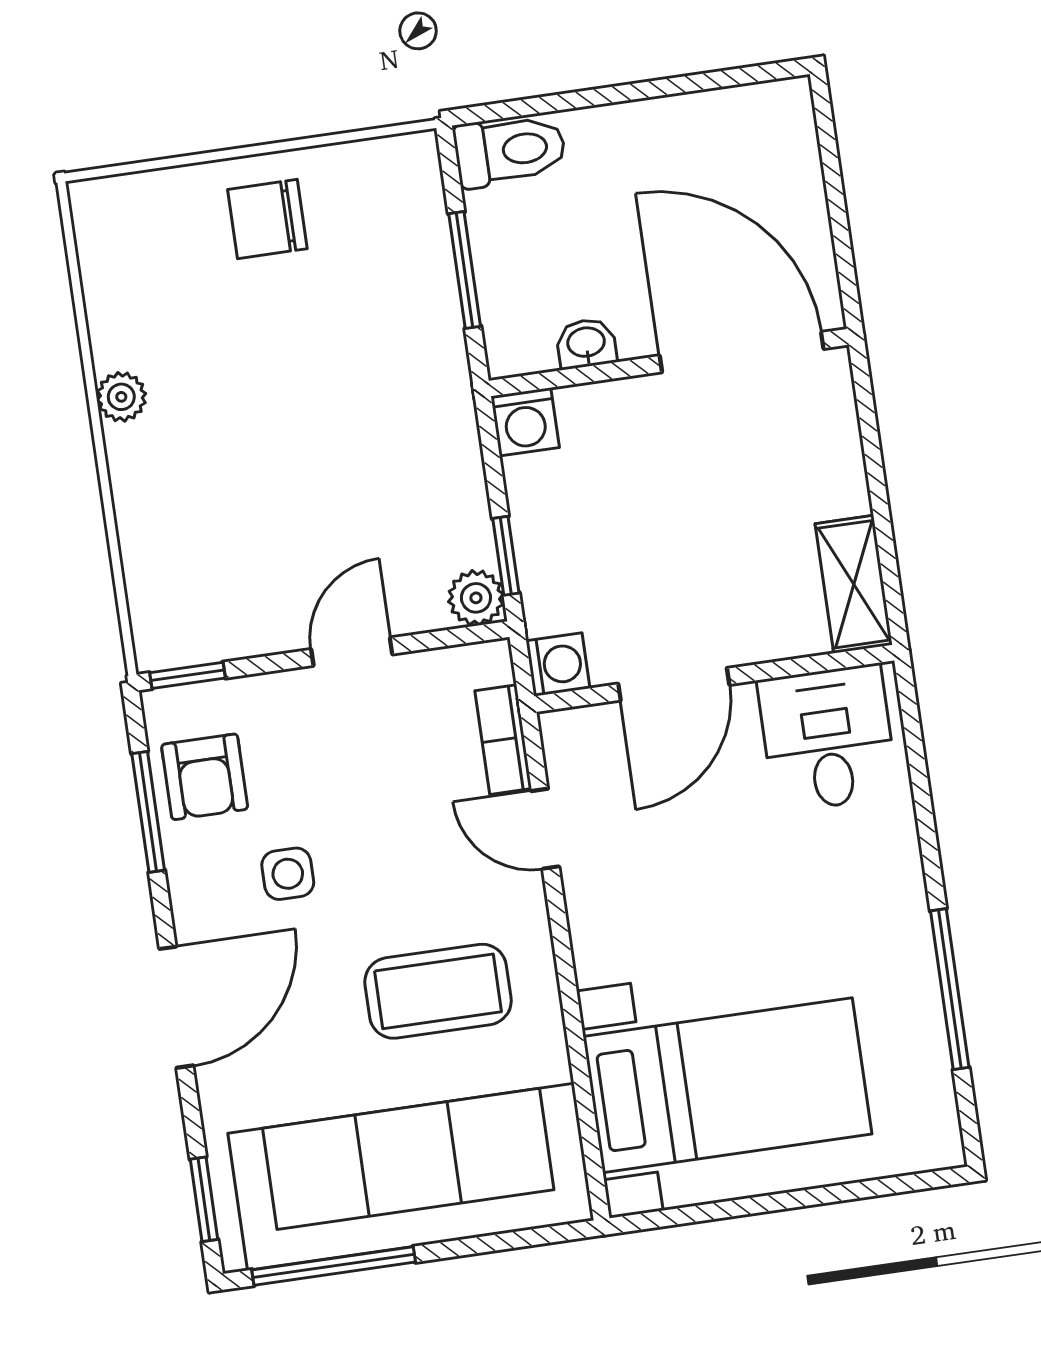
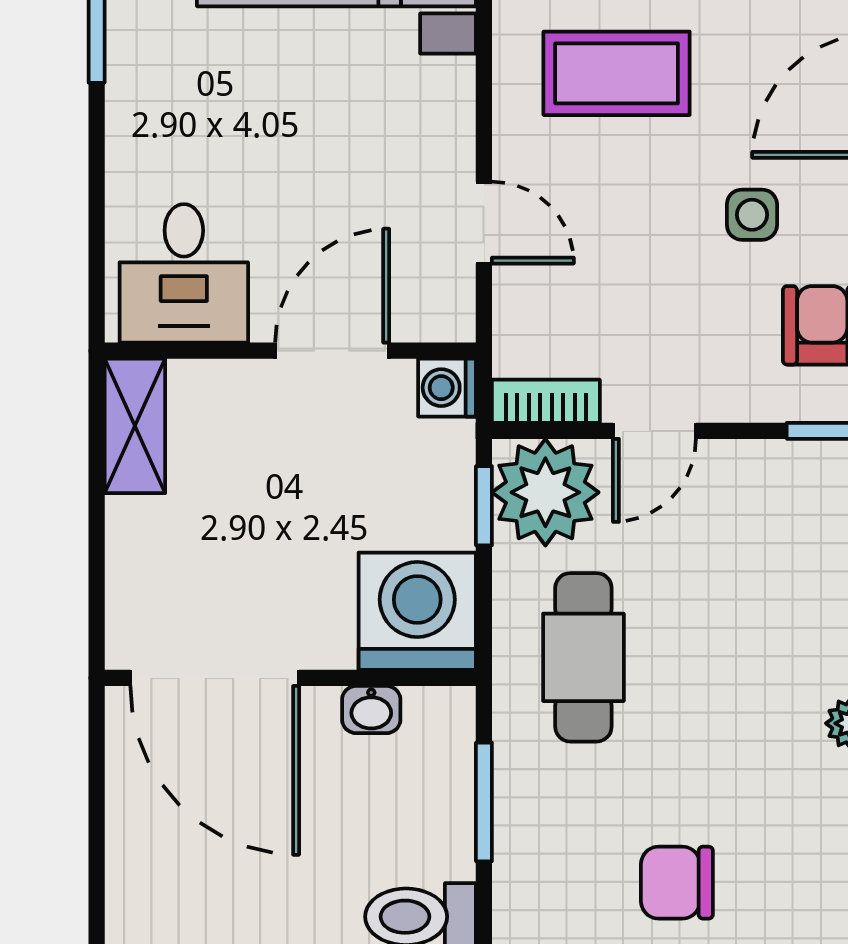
chair: (267, 219) -> (677, 883), turned 180
washing machine: (525, 422) -> (417, 611), width x1.89, depth x1.89
cafe table: (389, 423) -> (583, 657), added
plant: (476, 598) -> (545, 492), width x1.88, depth x1.88
bookcase: (503, 740) -> (546, 401), moved, turned -90

